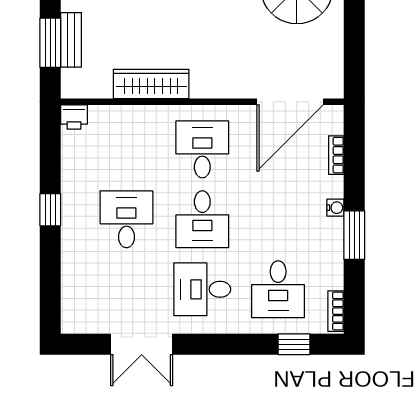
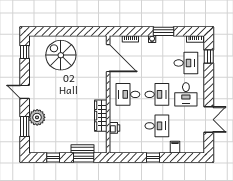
printer: (74, 117) -> (114, 128), moved
desk: (126, 219) -> (157, 126), turned 180
filing cabinet: (75, 263) -> (175, 147), added

